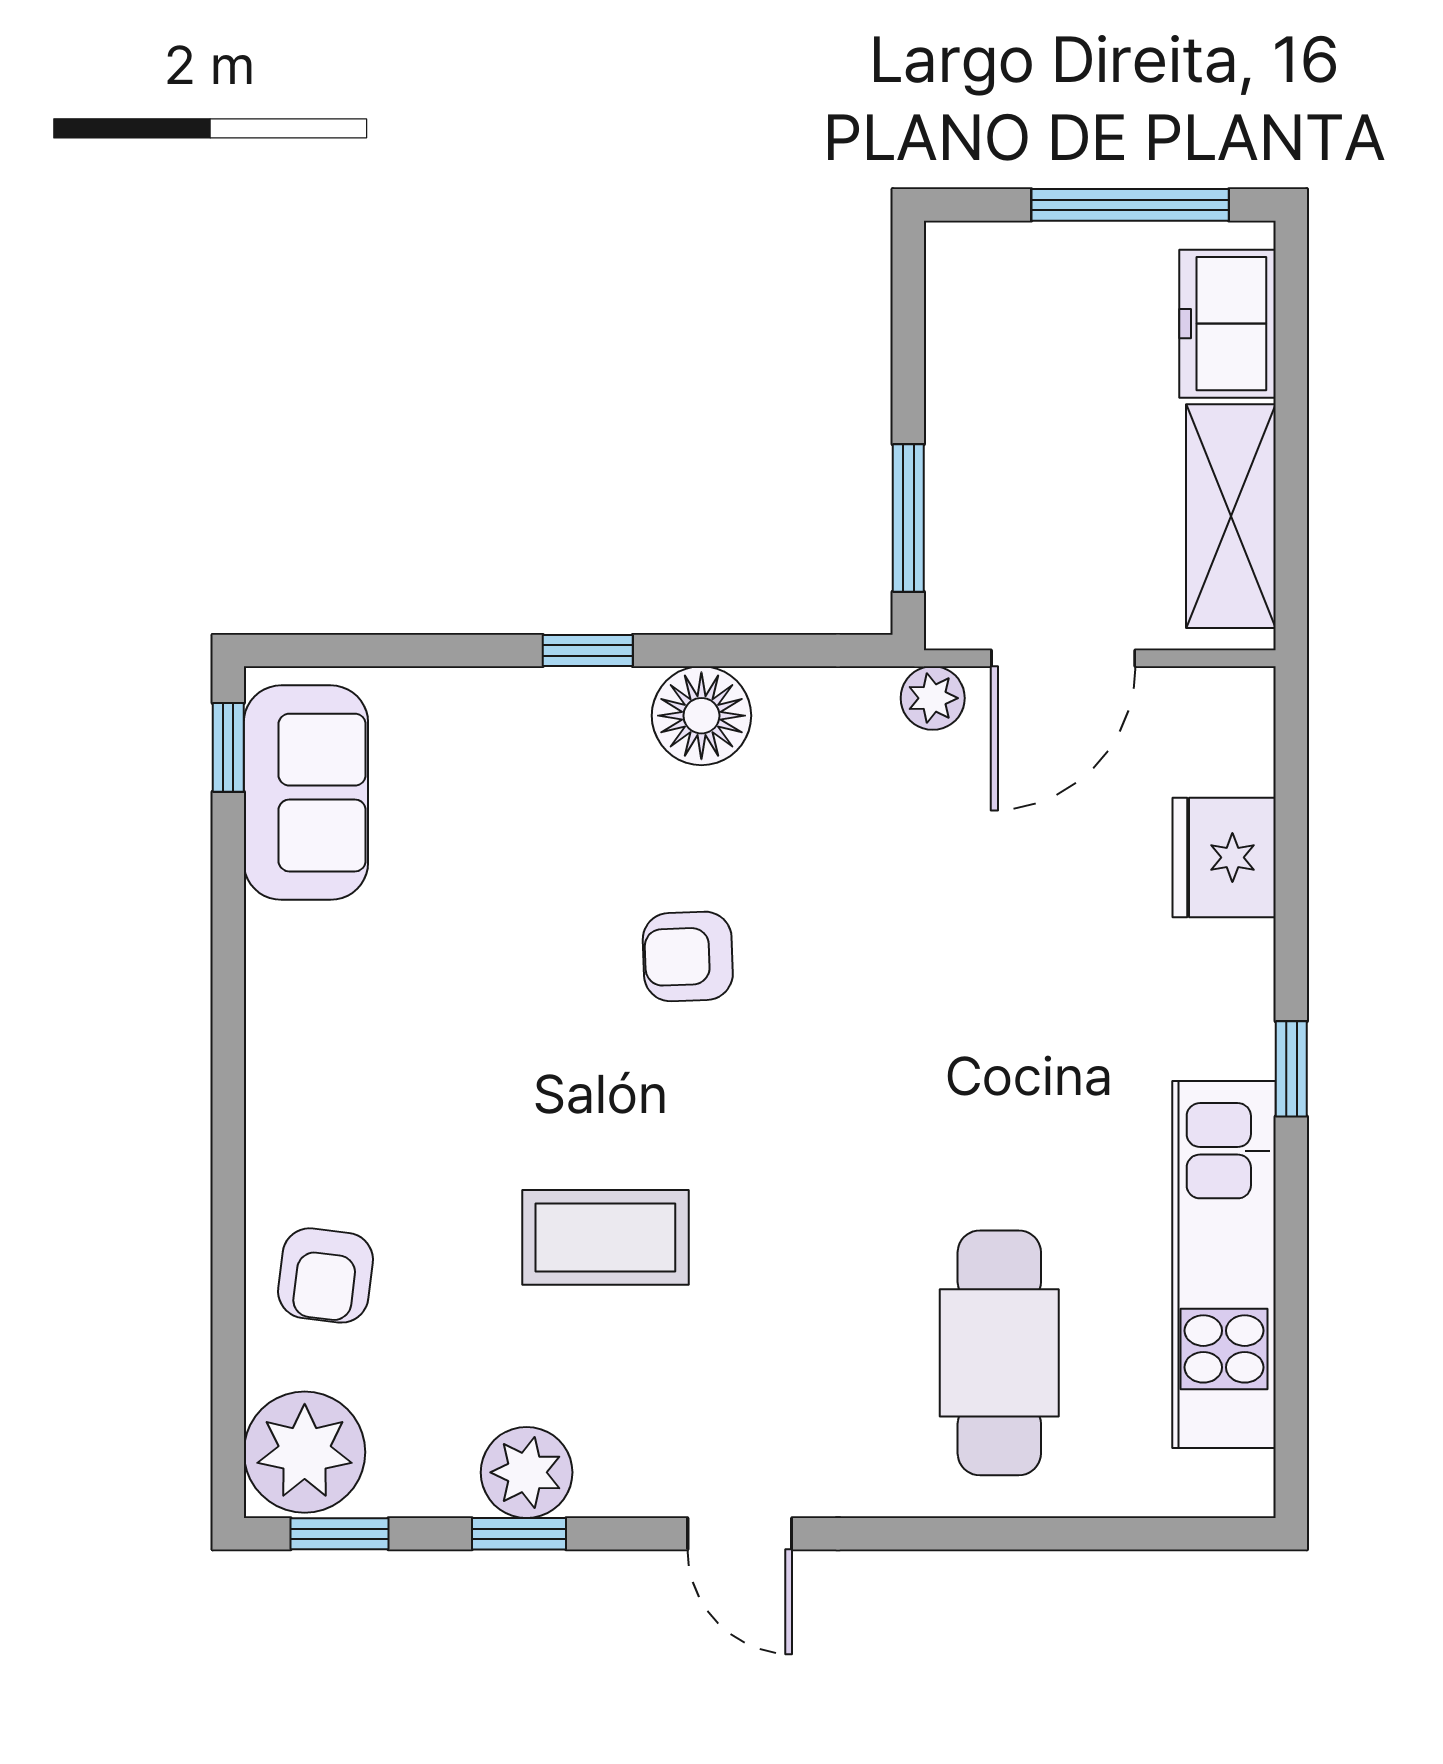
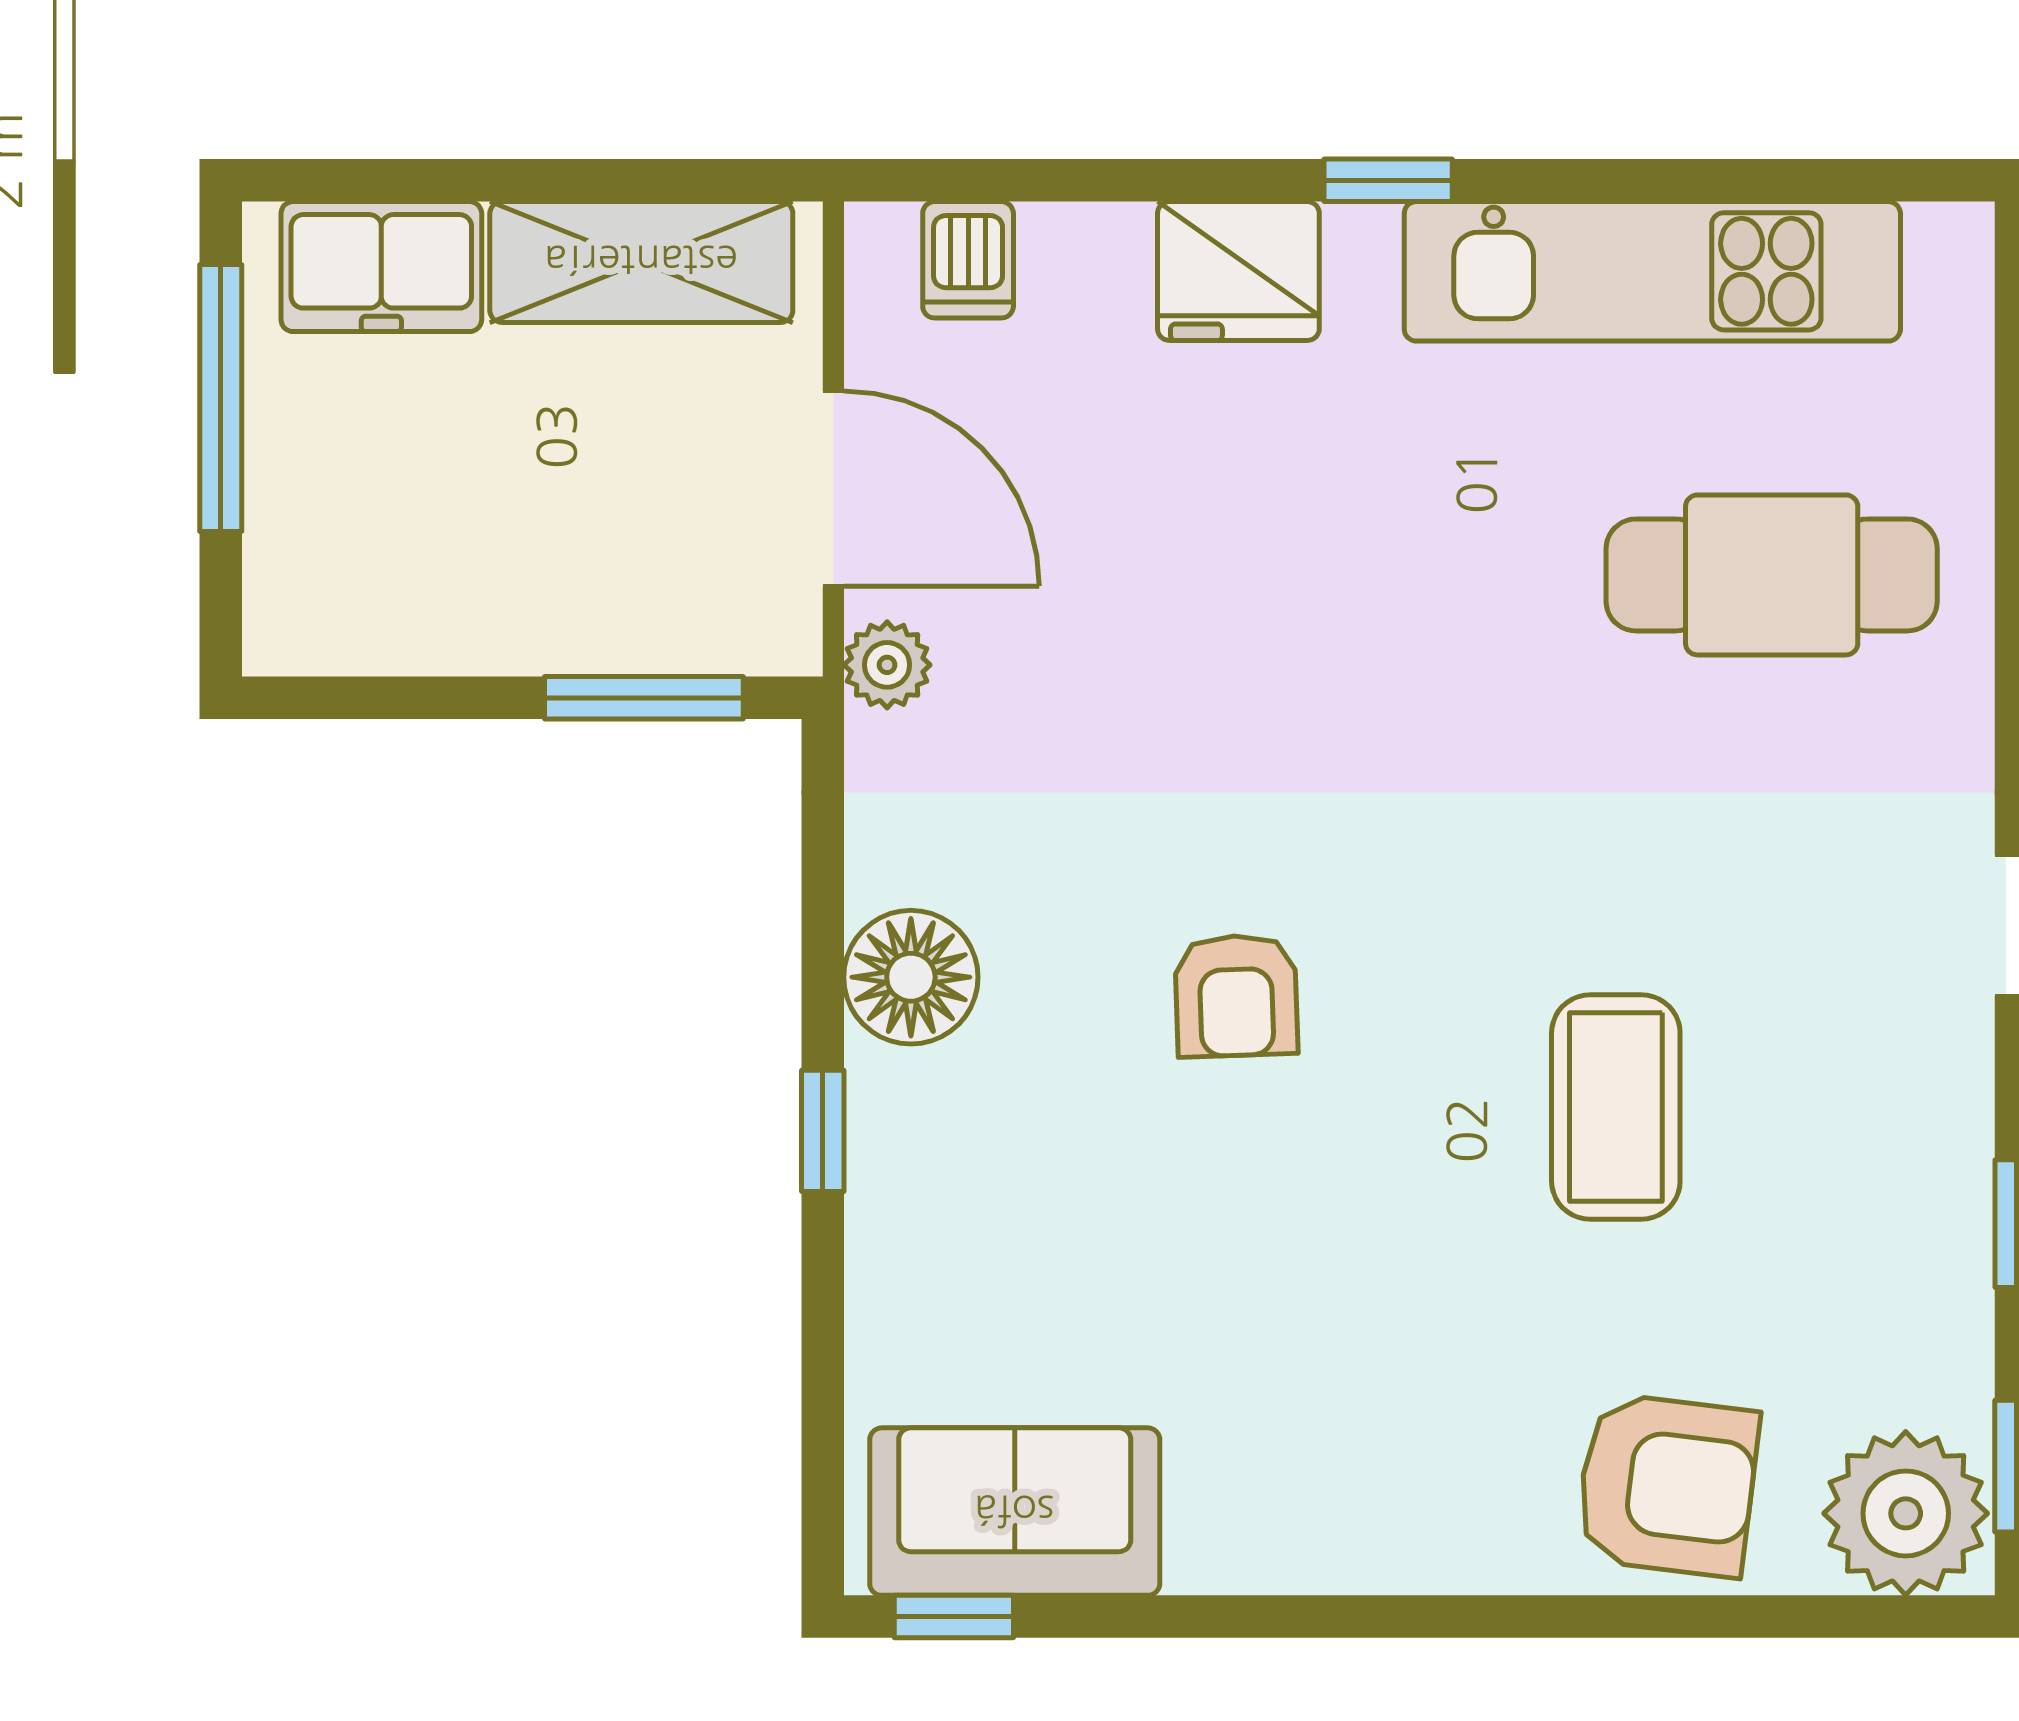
dishwasher: (1233, 758) -> (968, 260), added
fridge: (1224, 857) -> (1238, 271), moved
armchair: (325, 1275) -> (1667, 1485), width x1.38, depth x1.38
plant: (527, 1472) -> (1933, 1213), removed

